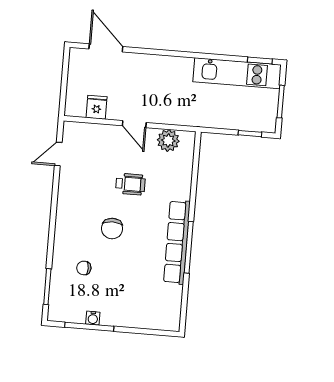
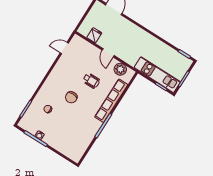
kitchen unit: (237, 73) -> (157, 75), moved, turned 180
row of seats: (177, 242) -> (111, 101), moved

